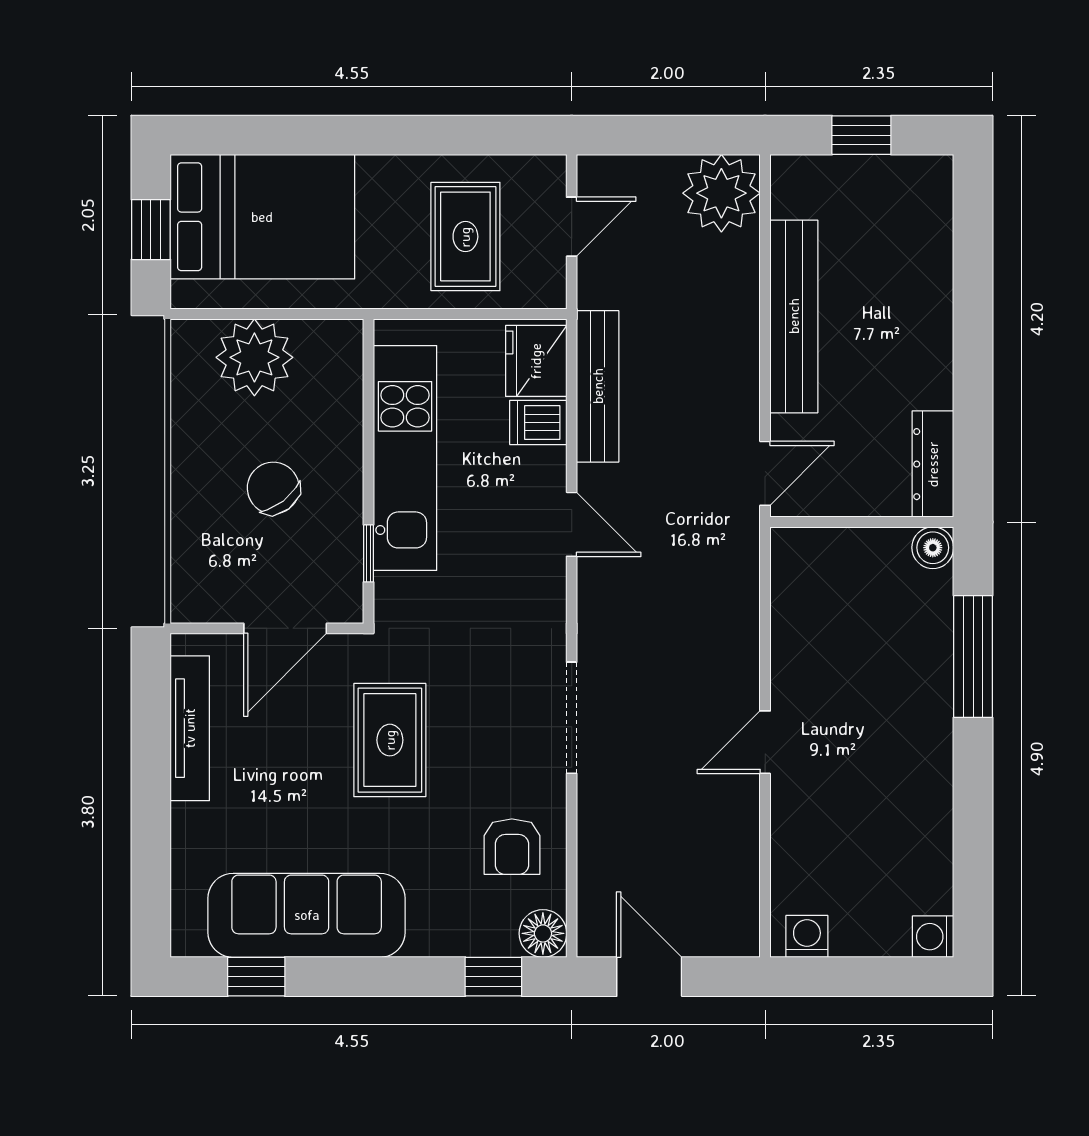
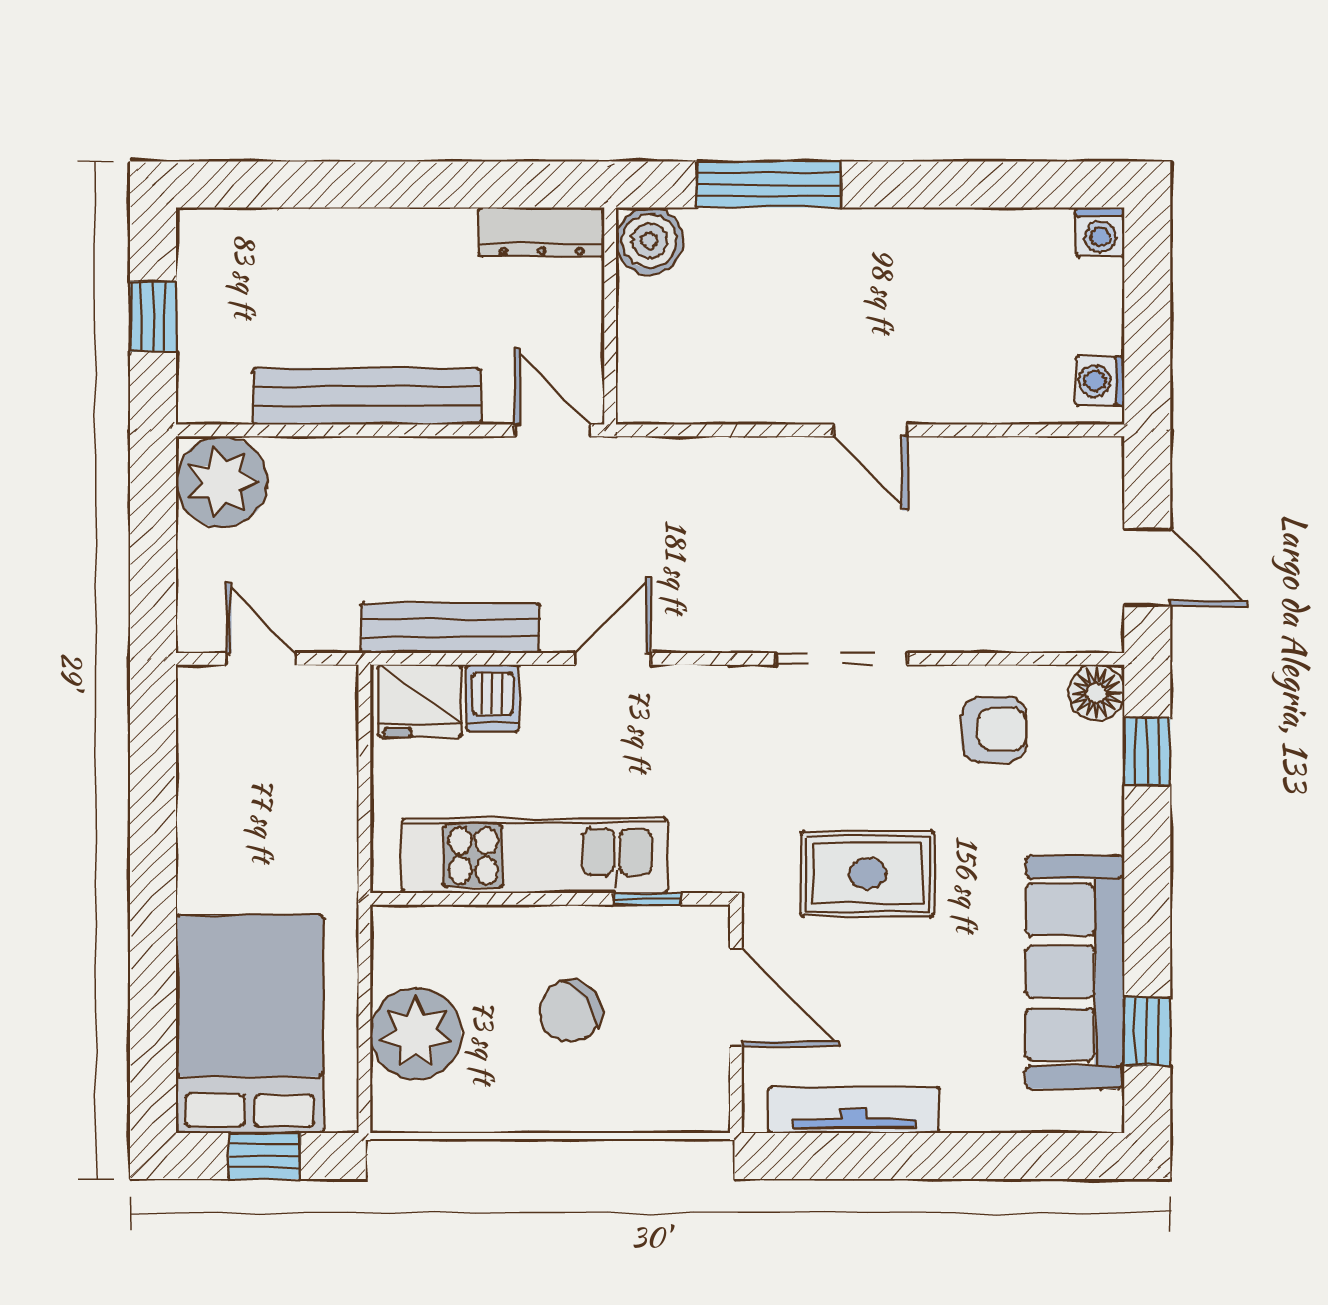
rug: (465, 237) -> (273, 784), removed
boiler: (933, 548) -> (649, 241), width x1.36, depth x1.36
door: (649, 977) -> (1147, 567), swing flipped

